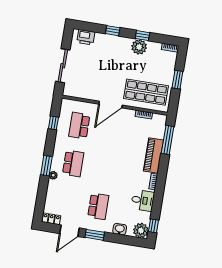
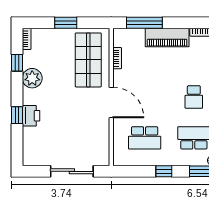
window: (142, 36) -> (17, 63), moved
printer: (86, 37) -> (31, 116), moved
window: (53, 123) -> (164, 171), moved
school desk: (104, 169) -> (194, 97), added

